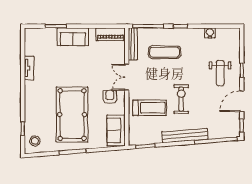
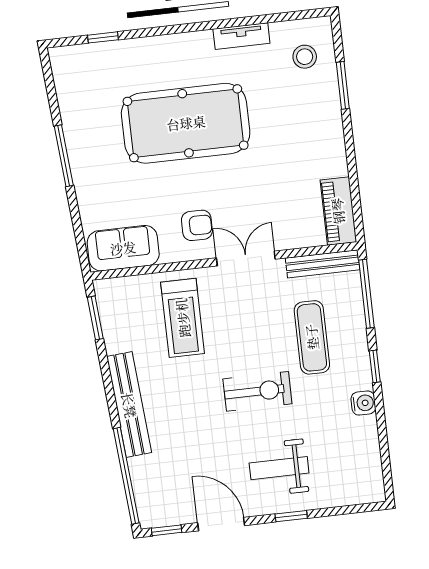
water cooler: (210, 33) -> (363, 403), moved
sofa: (73, 37) -> (323, 127), removed
exercise bike: (181, 99) -> (257, 391), moved
pool table: (72, 115) -> (186, 123), moved
stool: (35, 141) -> (305, 57), moved

